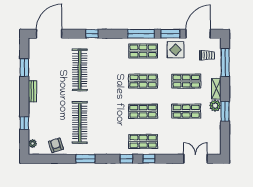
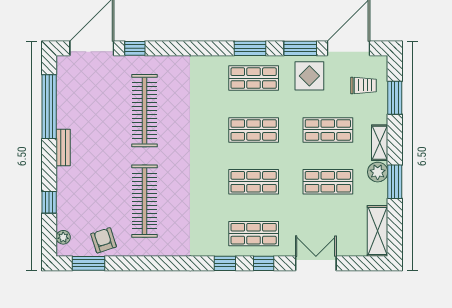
window: (92, 34) -> (135, 48), moved
window: (141, 34) -> (250, 48), width x0.69
window: (225, 62) -> (395, 98), width x0.69
window: (24, 68) -> (49, 107), width x2.11
shelving: (215, 140) -> (377, 231), added
window: (85, 159) -> (89, 263), moved
double door: (195, 159) -> (316, 263), moved

